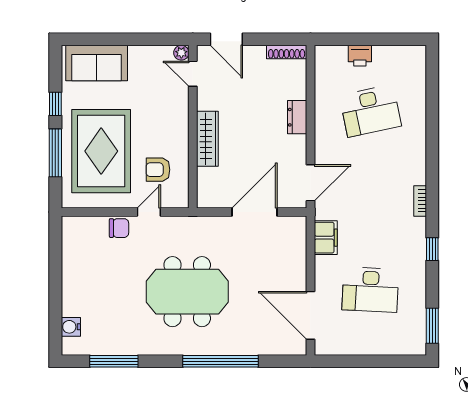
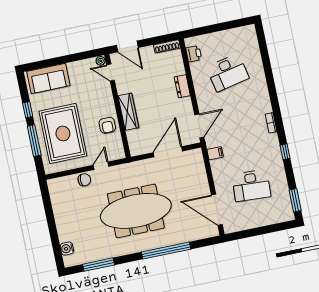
printer: (360, 56) -> (194, 54), moved, turned -90
armchair: (158, 170) -> (107, 125), moved, turned -90
filing cabinet: (326, 238) -> (215, 153), width x0.50
meeting table: (187, 292) -> (136, 211), width x1.36

